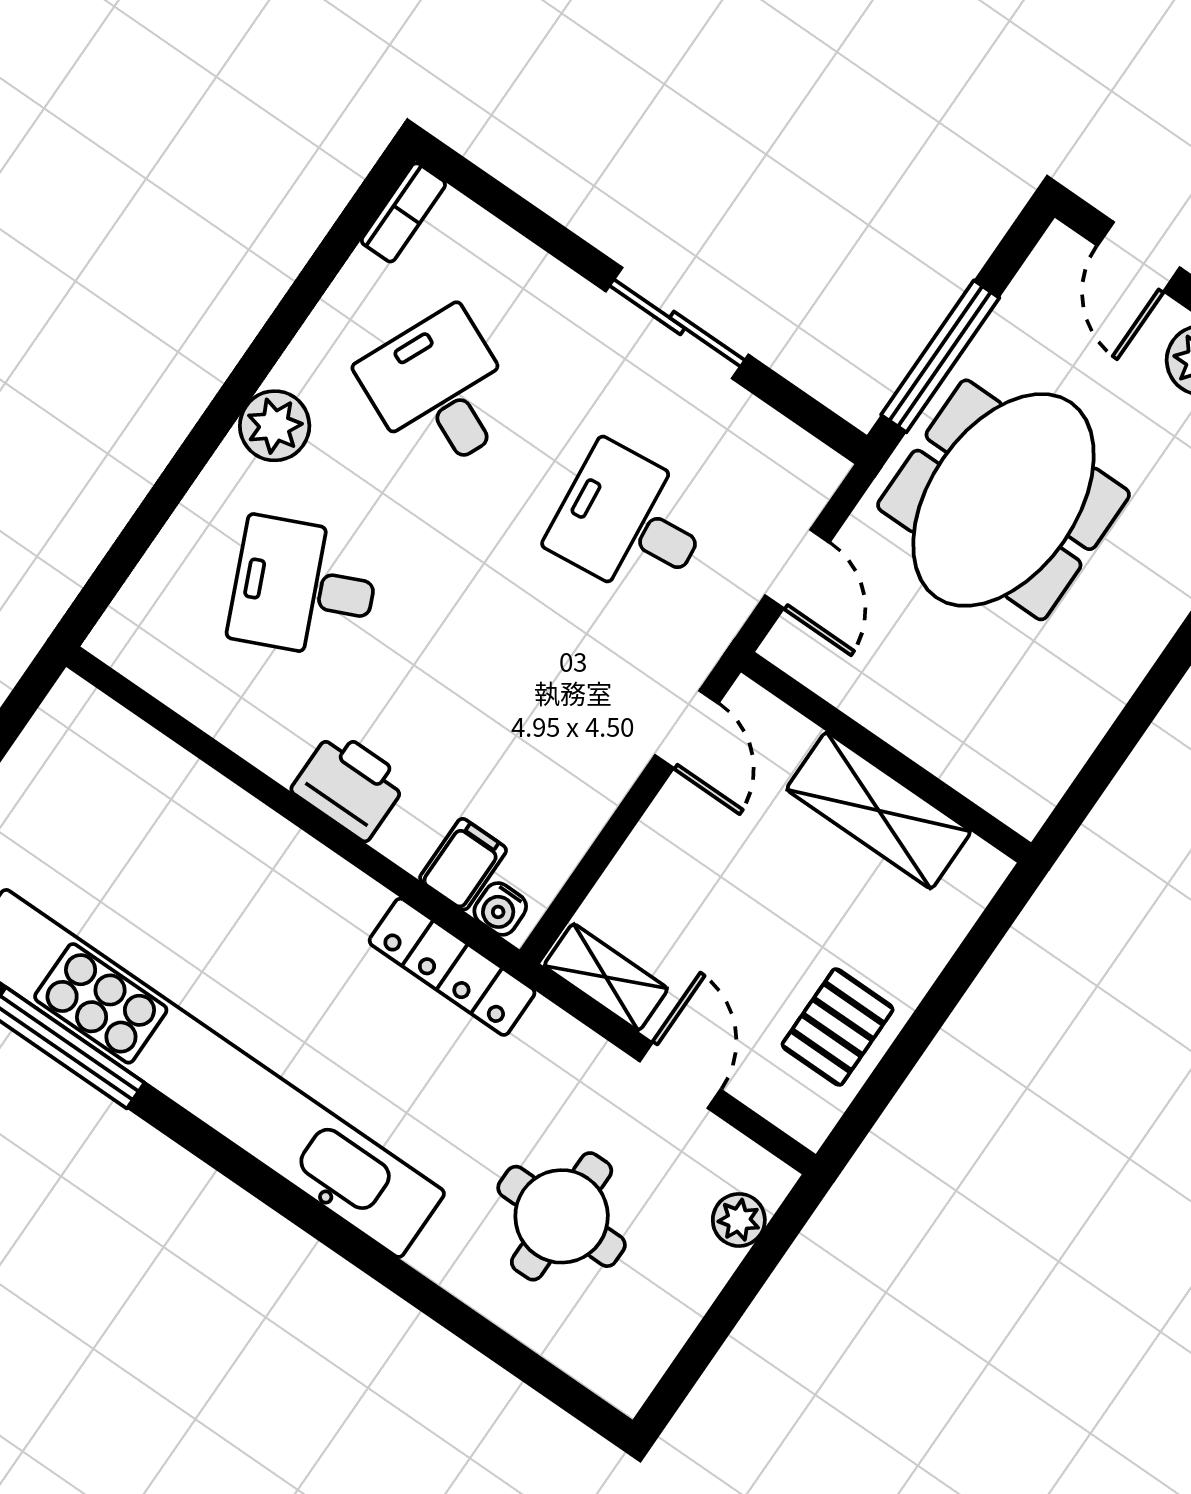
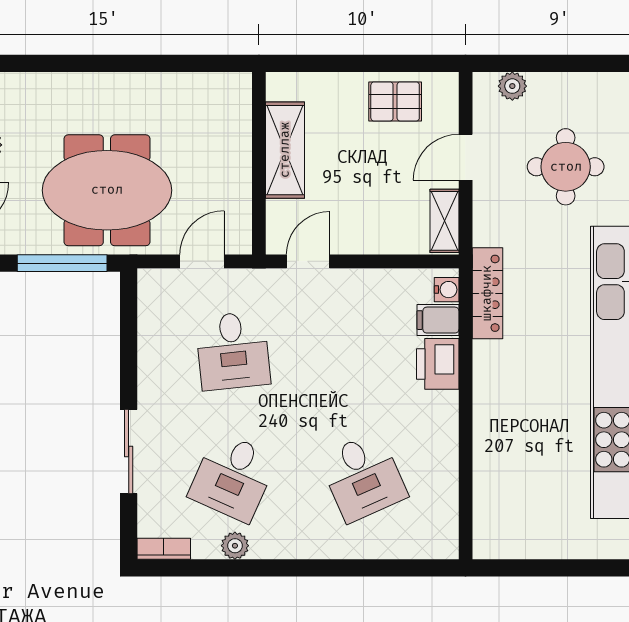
sliding door: (677, 323) -> (129, 451), moved
plant: (275, 426) -> (235, 546), moved, width x0.73, depth x0.73
printer: (350, 785) -> (438, 364), moved

